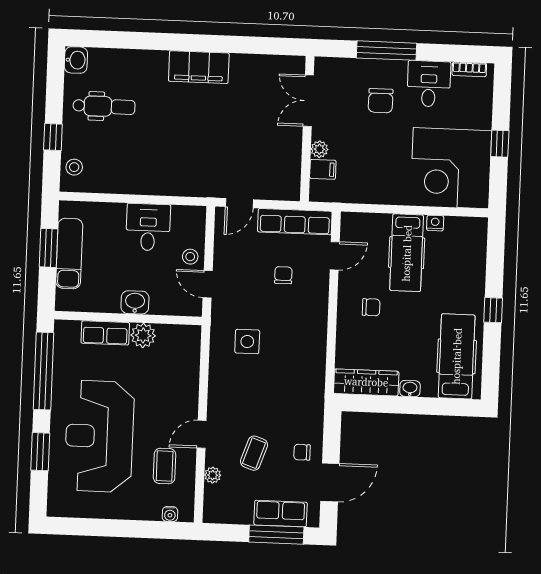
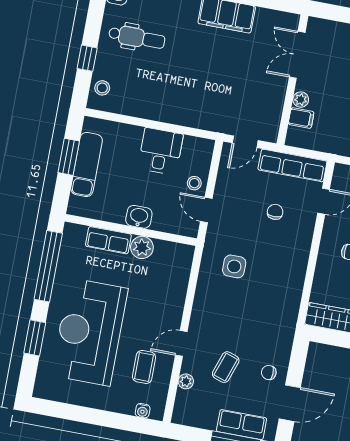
double door: (308, 101) -> (297, 55), moved
wall: (307, 129) -> (292, 80), moved
plant: (319, 149) -> (301, 100), moved
filing cabinet: (323, 169) -> (301, 118), moved

